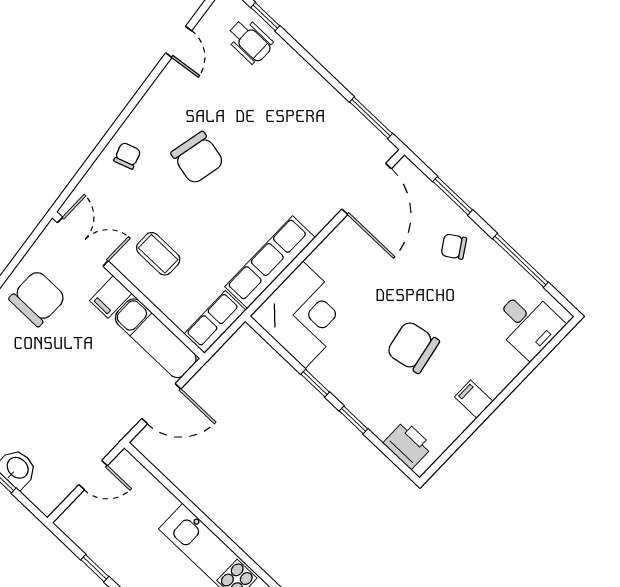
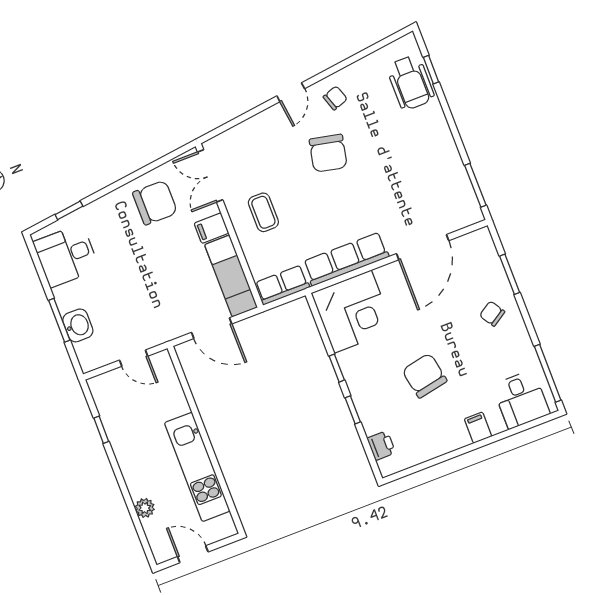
wheelchair: (250, 41) -> (410, 83), width x1.36, depth x1.37
door: (179, 42) -> (291, 92), moved
chair: (127, 156) -> (335, 98), moved
door: (367, 189) -> (423, 247), moved
double door: (83, 242) -> (210, 176), swing flipped
window: (520, 260) -> (548, 373), moved
filing cabinet: (474, 399) -> (478, 428), moved
printer: (408, 445) -> (381, 445), width x0.73, depth x0.81

